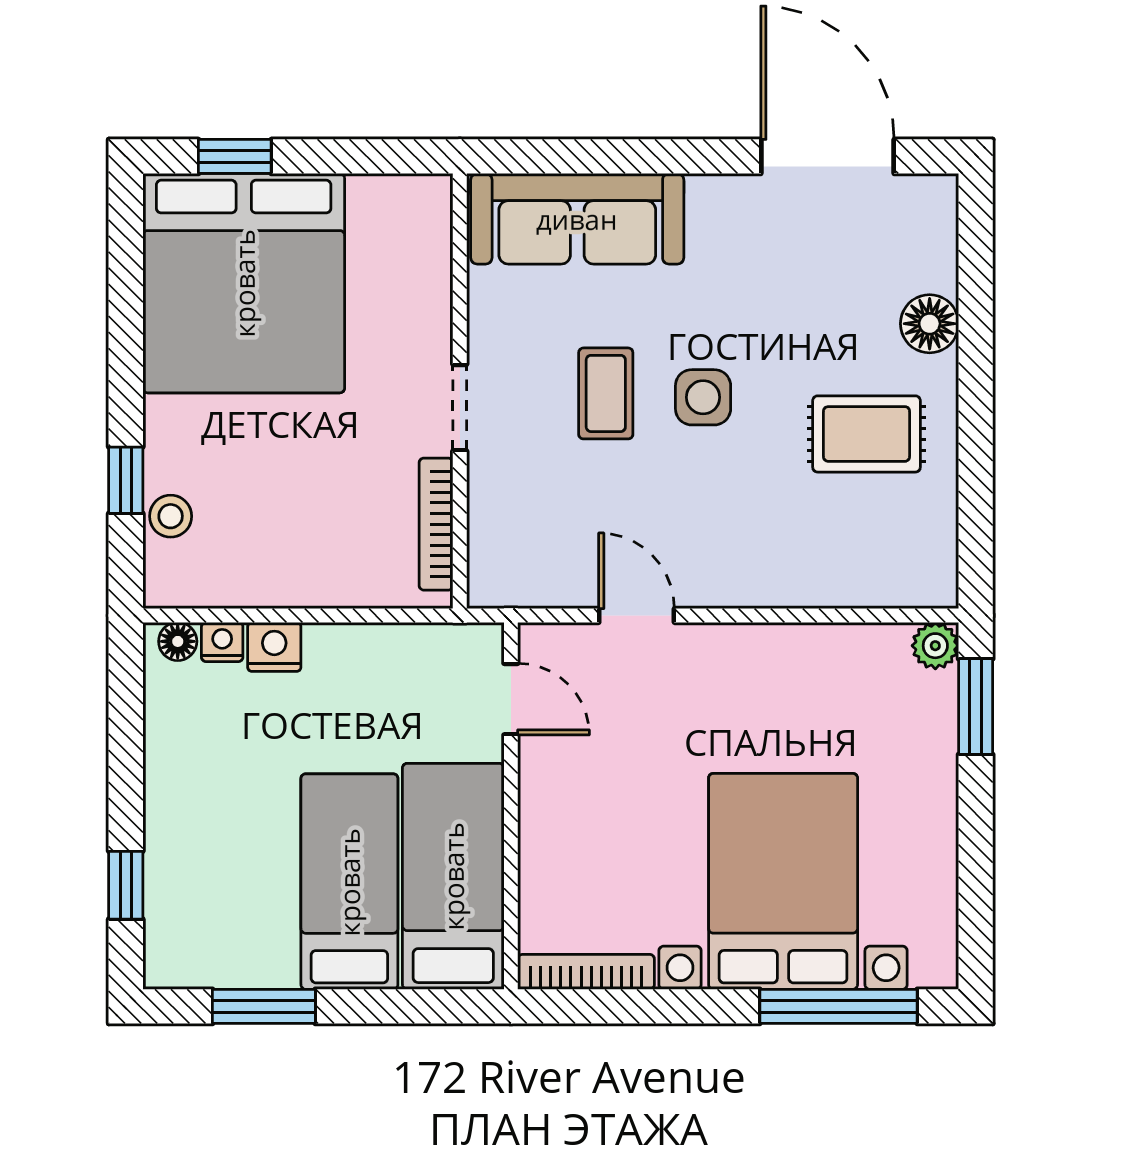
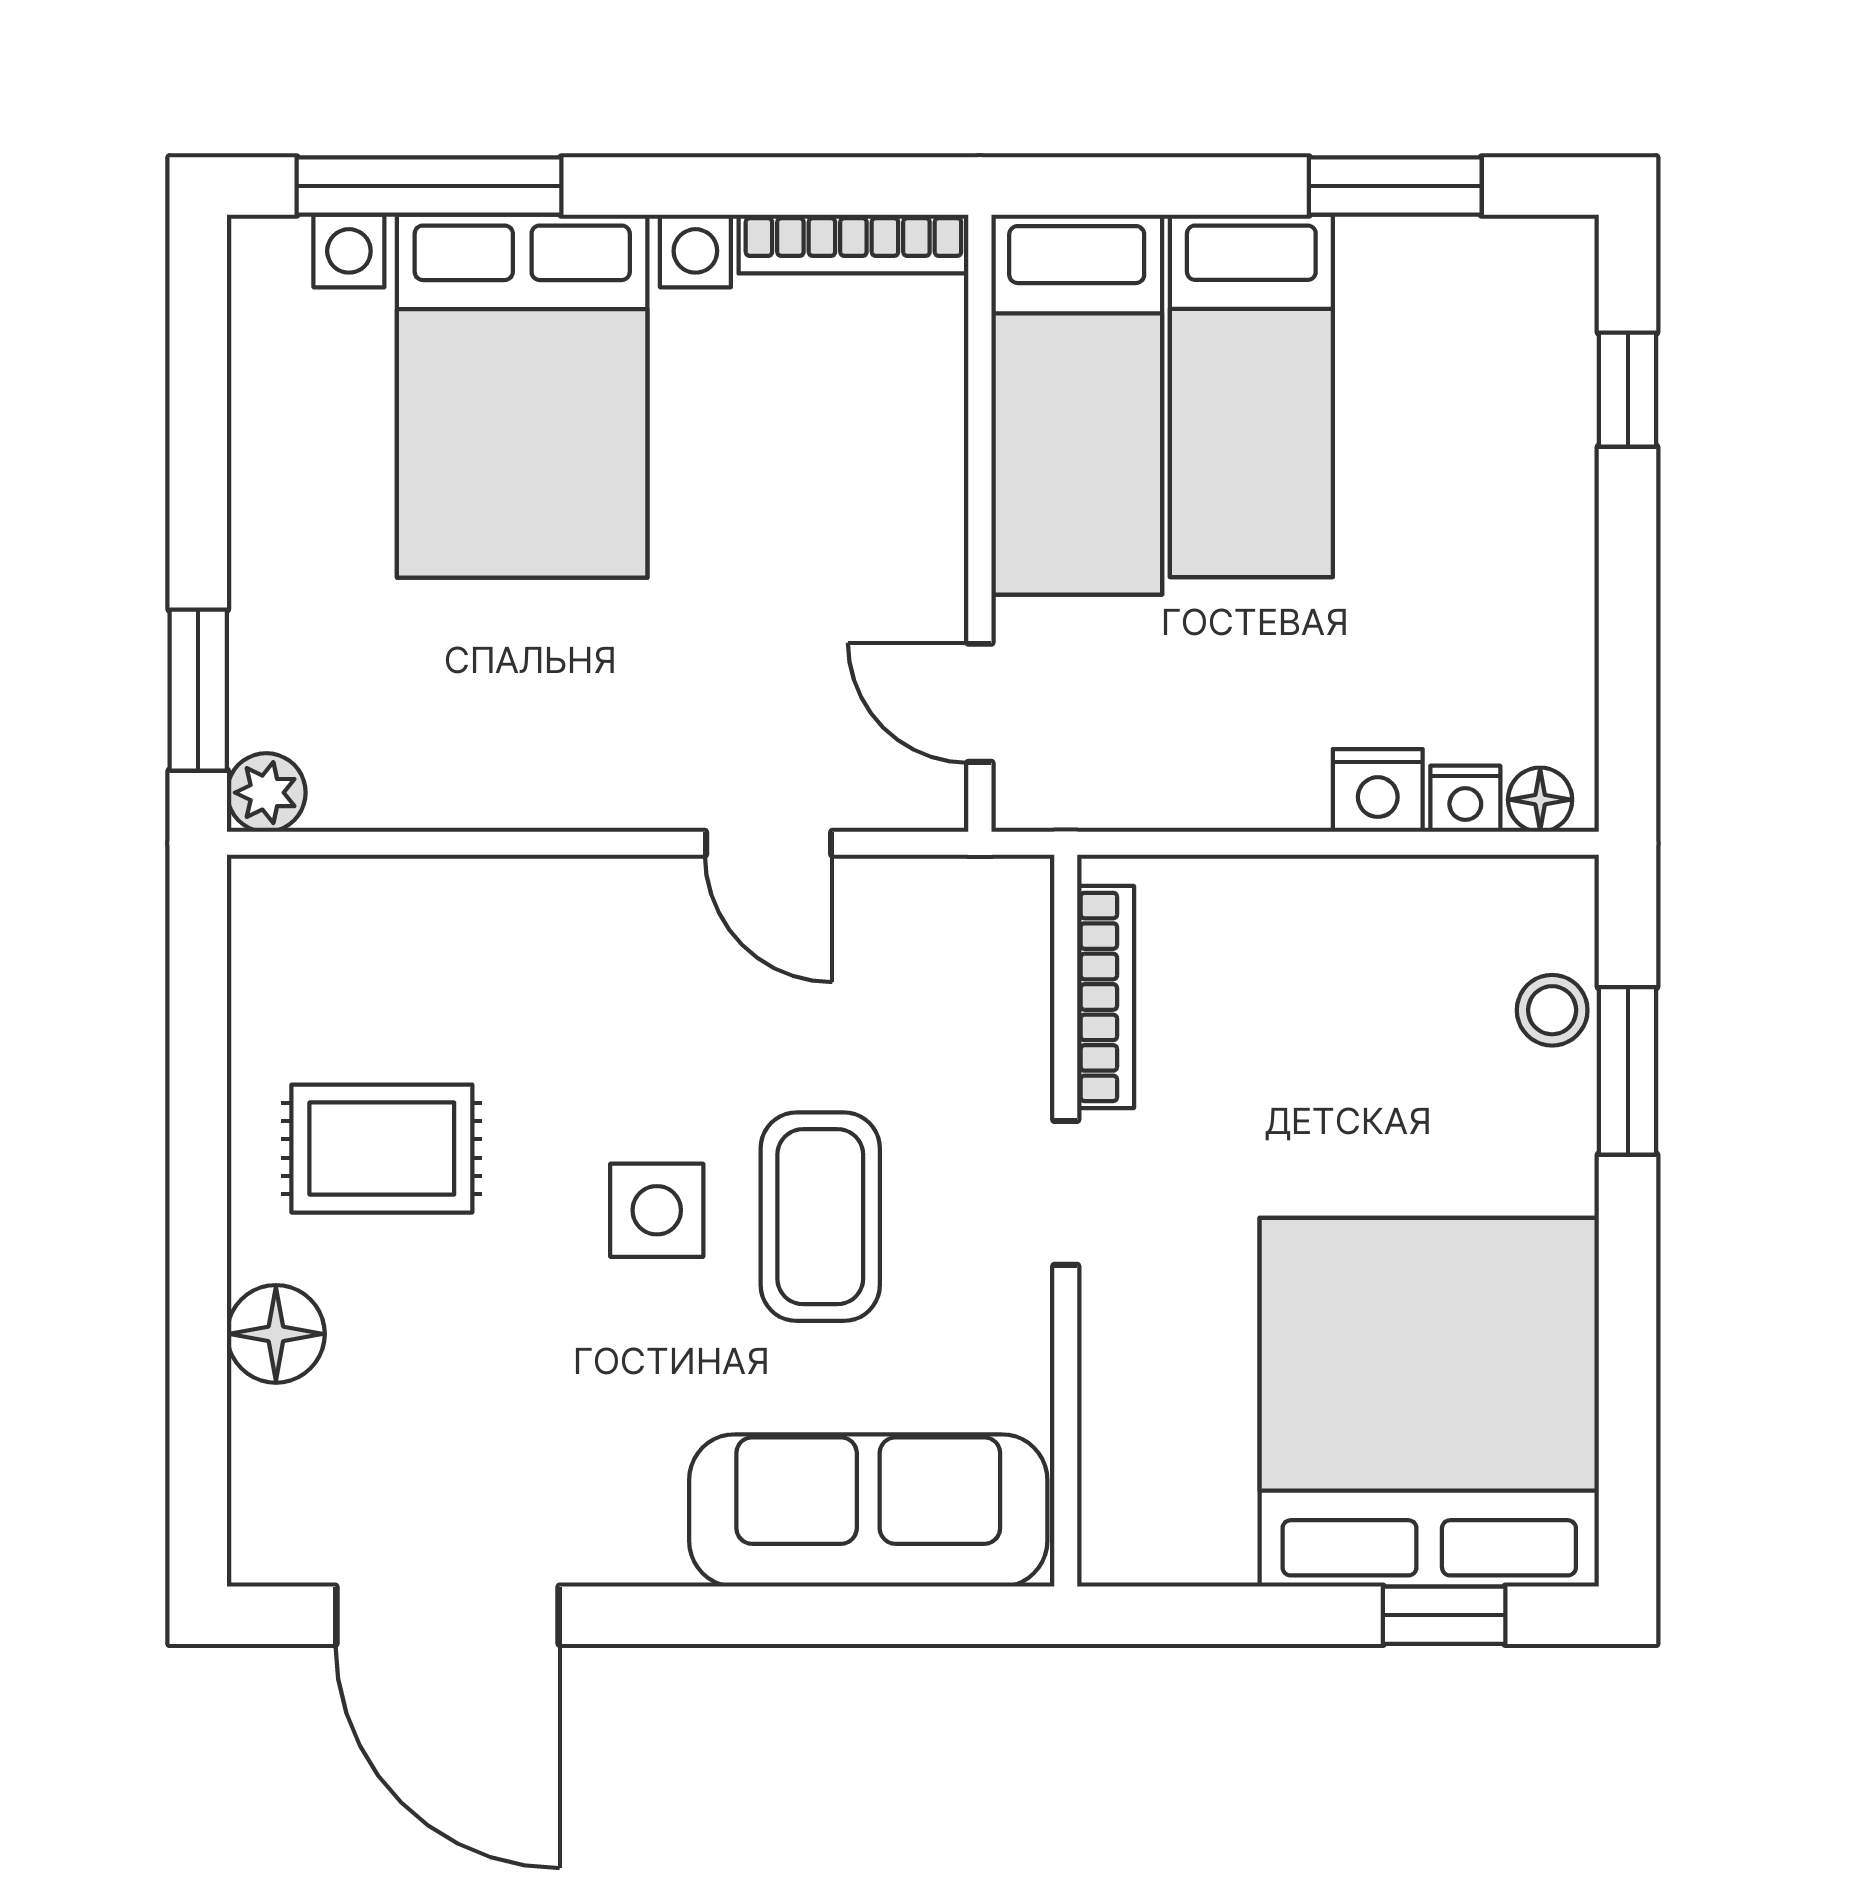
coffee table: (606, 393) -> (820, 1217), width x1.36, depth x1.30
window: (126, 480) -> (1628, 1071), width x1.50

